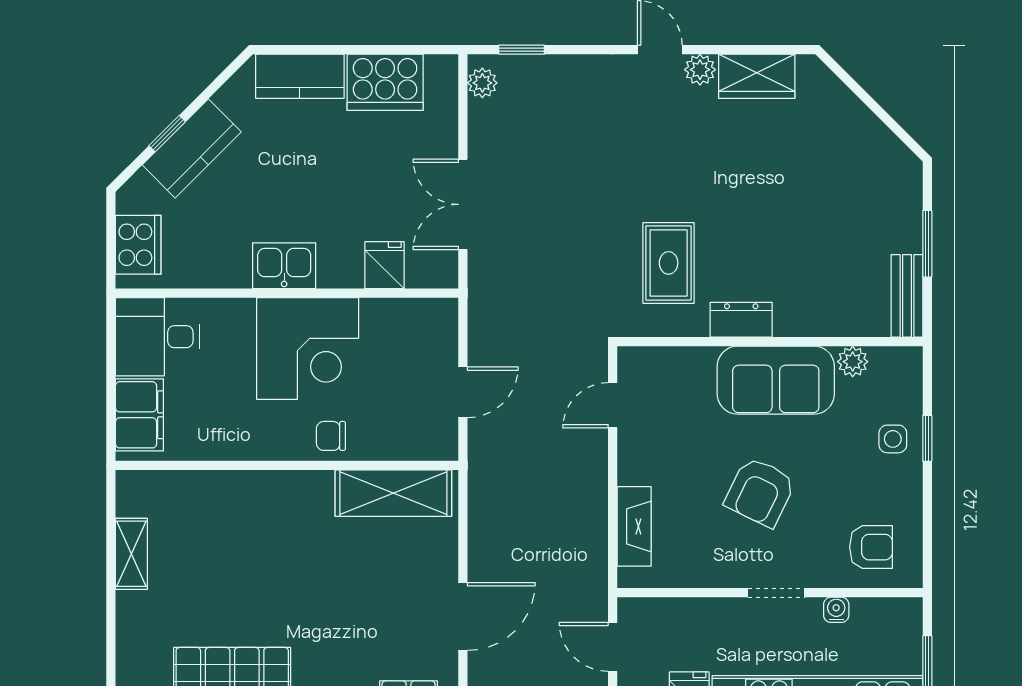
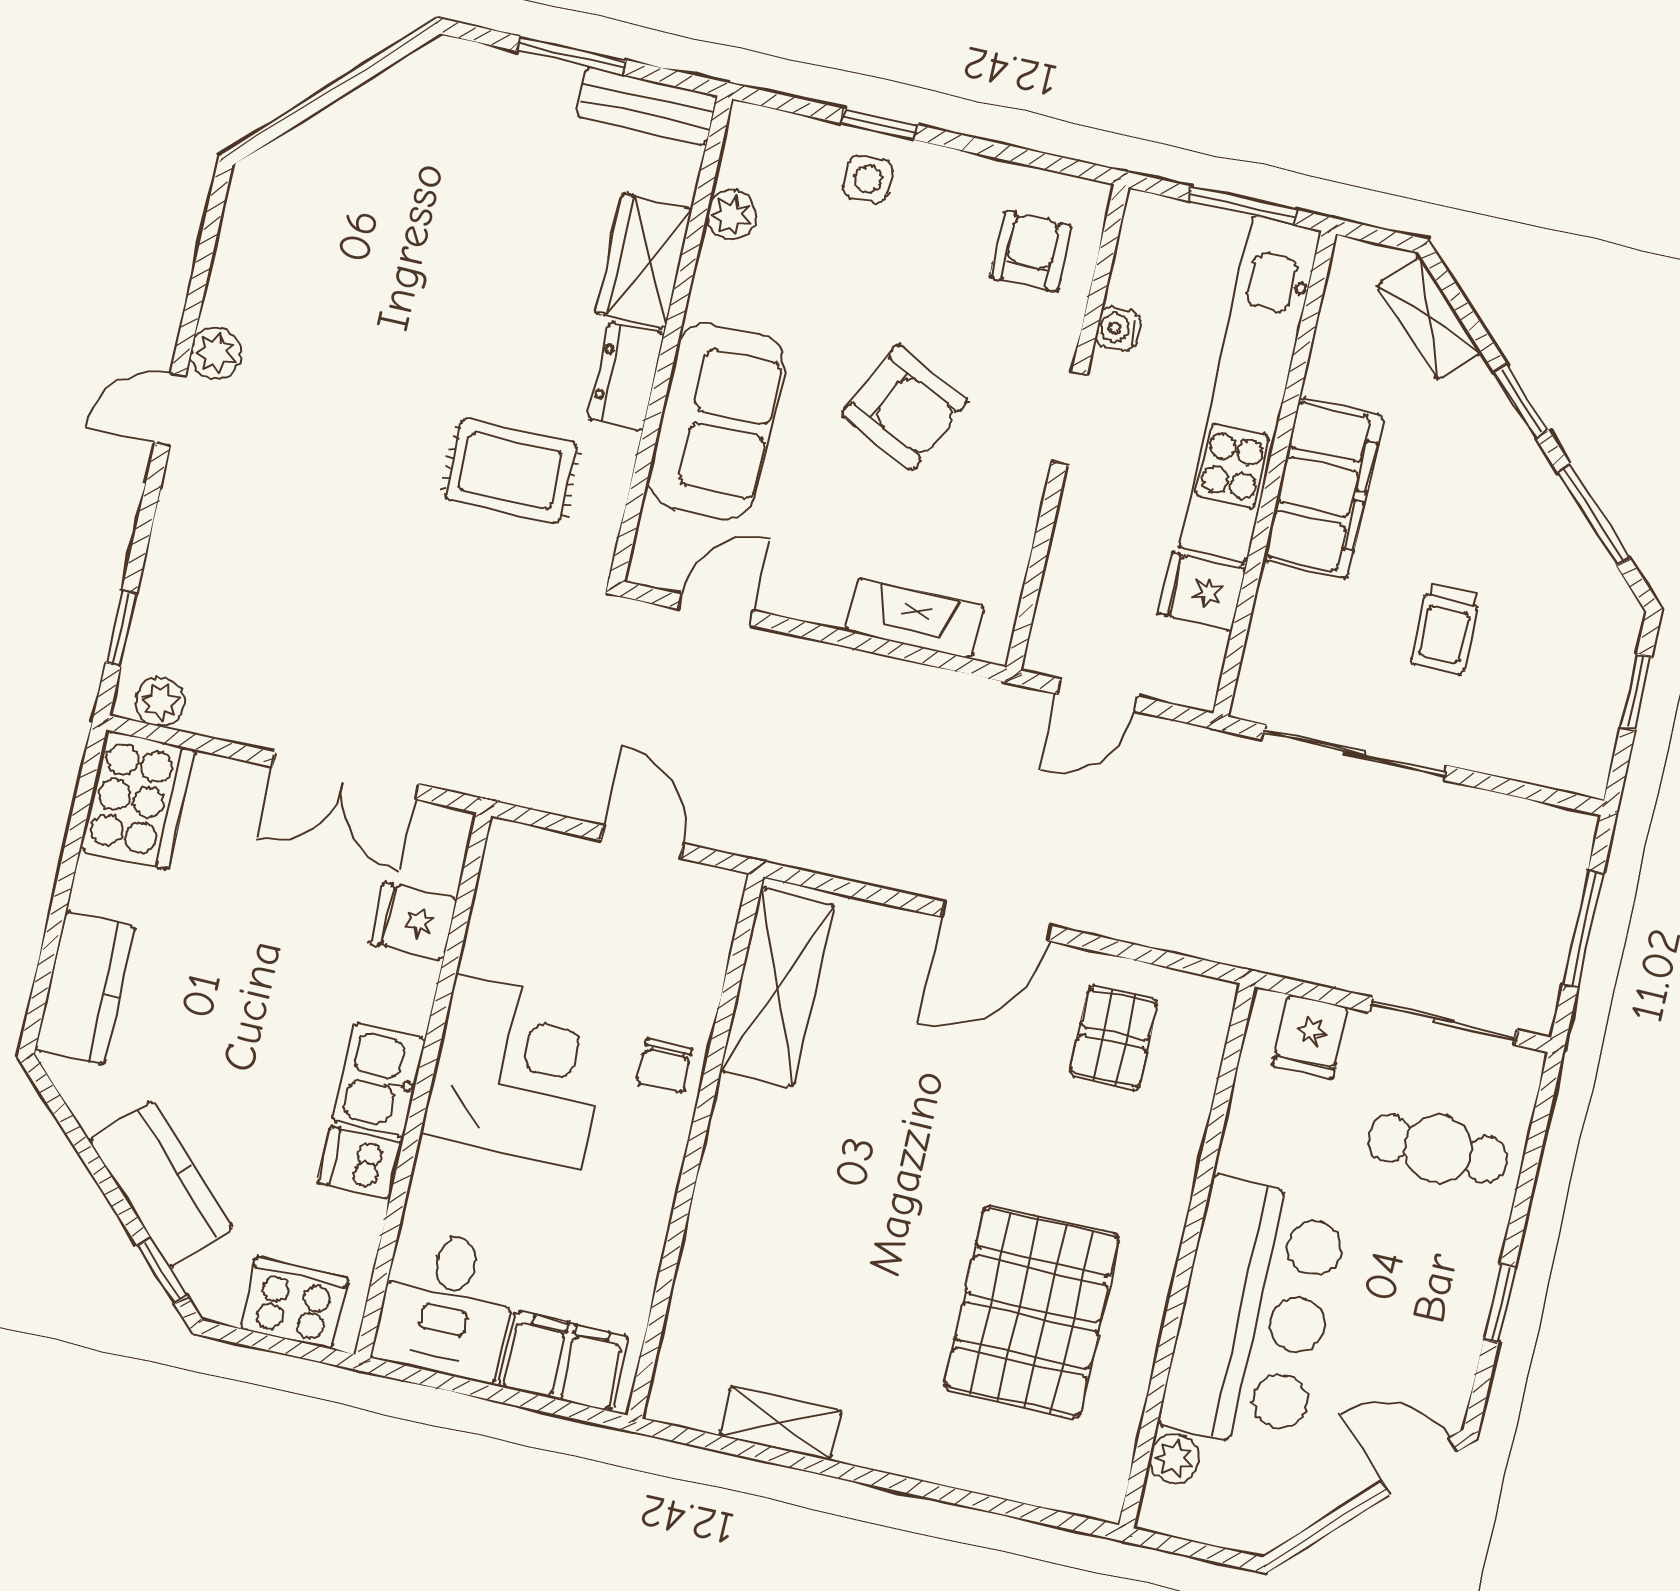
wardrobe: (757, 76) -> (644, 261), moved, turned 180
cooker: (385, 82) -> (137, 800), moved
window: (167, 134) -> (162, 1271), moved
dishwasher: (232, 265) -> (360, 1163), added
sofa: (776, 380) -> (716, 421), moved
door: (613, 405) -> (716, 610), swing flipped
door: (463, 617) -> (997, 921), swing flipped

